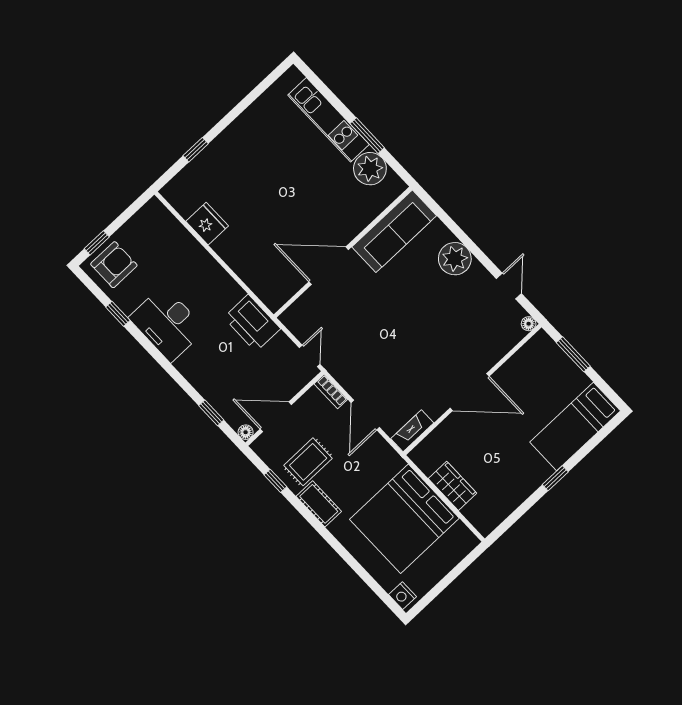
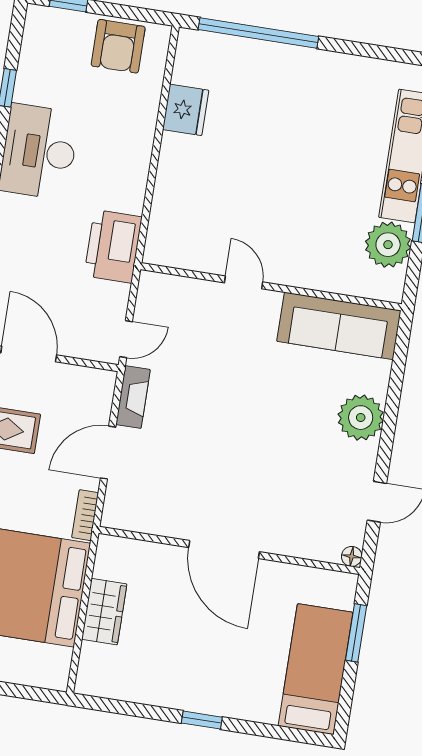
window: (196, 150) -> (258, 33), width x3.17
armchair: (114, 265) -> (118, 46), moved, turned 90
door: (329, 266) -> (244, 282), width x0.53
bookcase: (331, 392) -> (85, 515), moved
bed: (575, 427) -> (315, 669), moved, turned 90
fireplace: (412, 431) -> (133, 397), moved, turned 90

